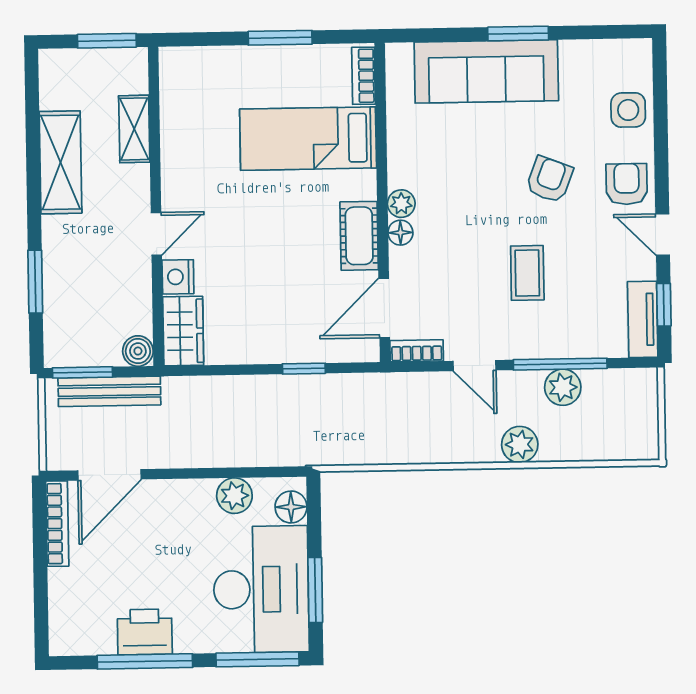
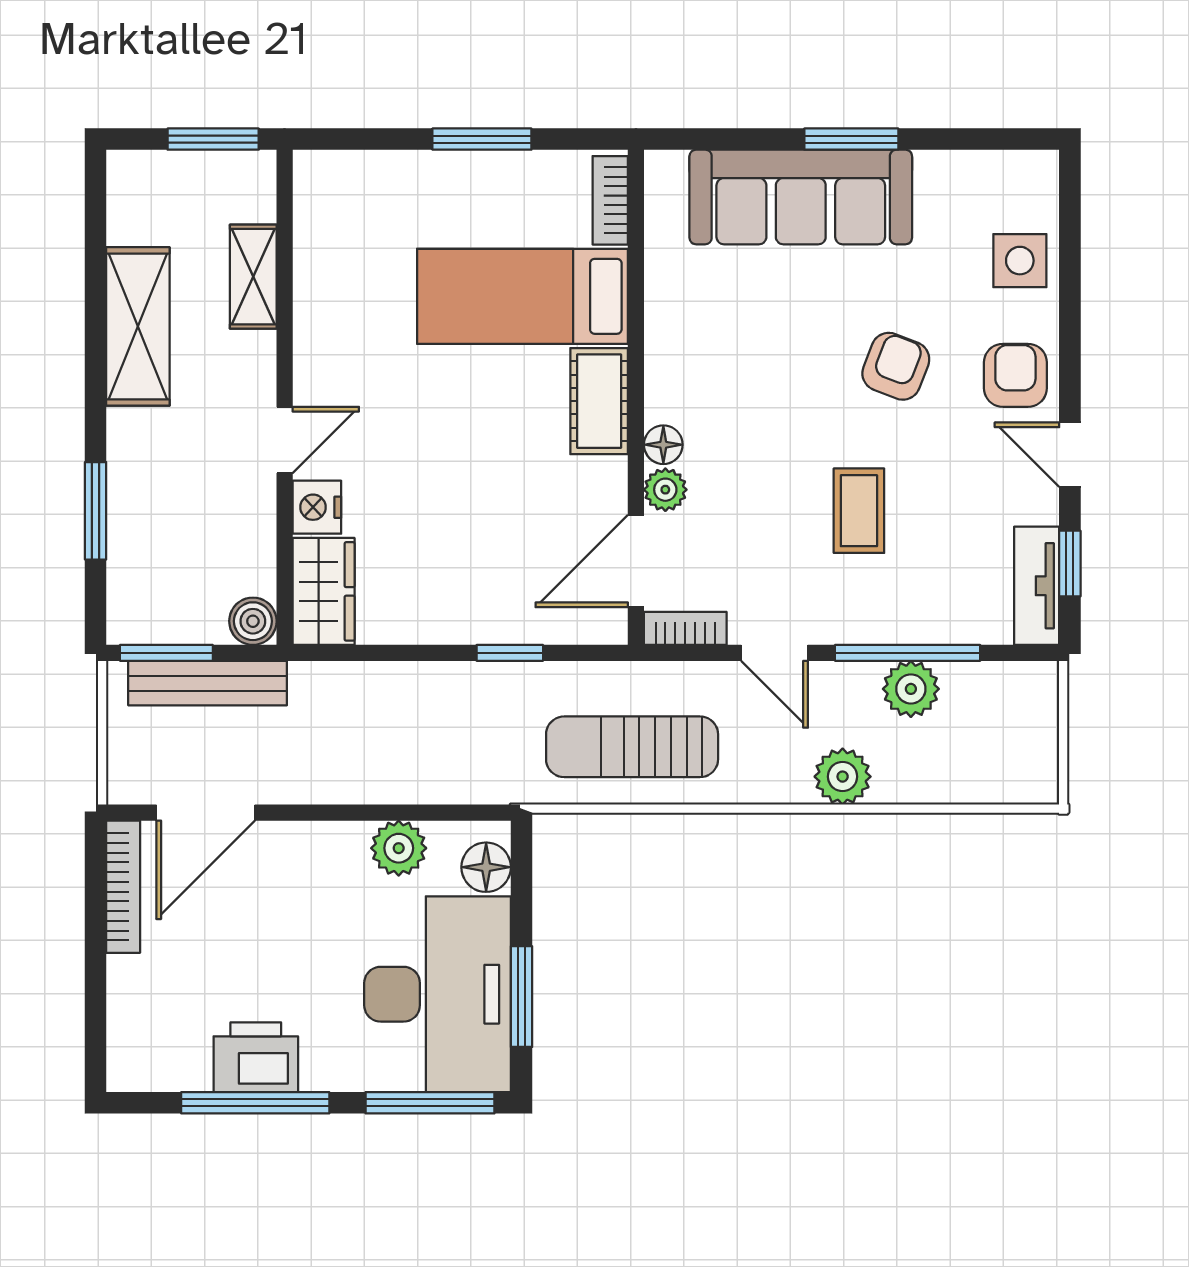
plant: (401, 204) -> (665, 490), moved
cot: (359, 236) -> (599, 401), moved
sun lounger: (384, 428) -> (632, 747), added

